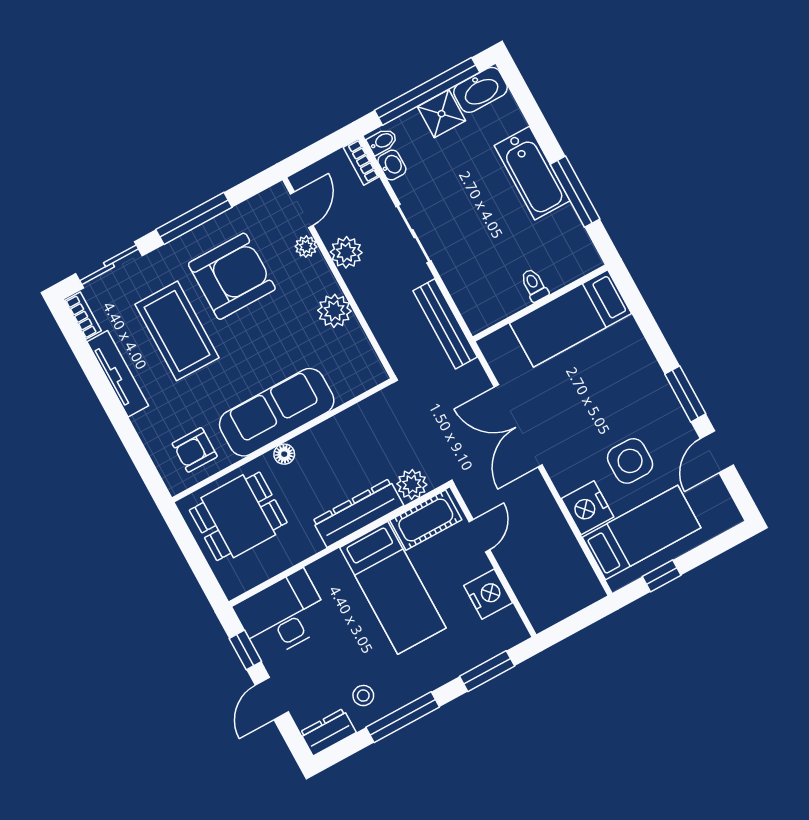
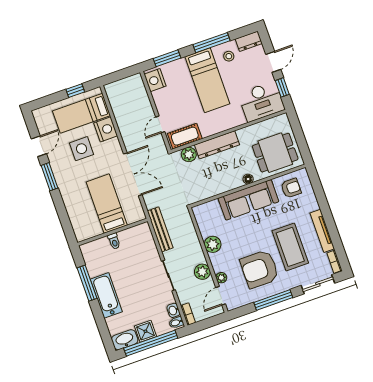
bed: (571, 318) -> (107, 204), moved, turned -90
bed: (393, 588) -> (207, 80), moved, turned 180
nightstand: (488, 594) -> (155, 80), moved

